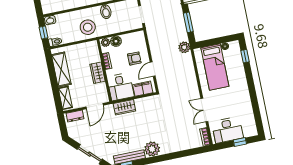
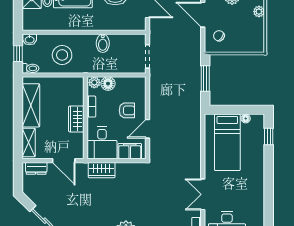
stool: (88, 27) -> (62, 55), moved
plant: (184, 47) -> (194, 109), removed
door: (95, 106) -> (64, 161), hinge flipped

